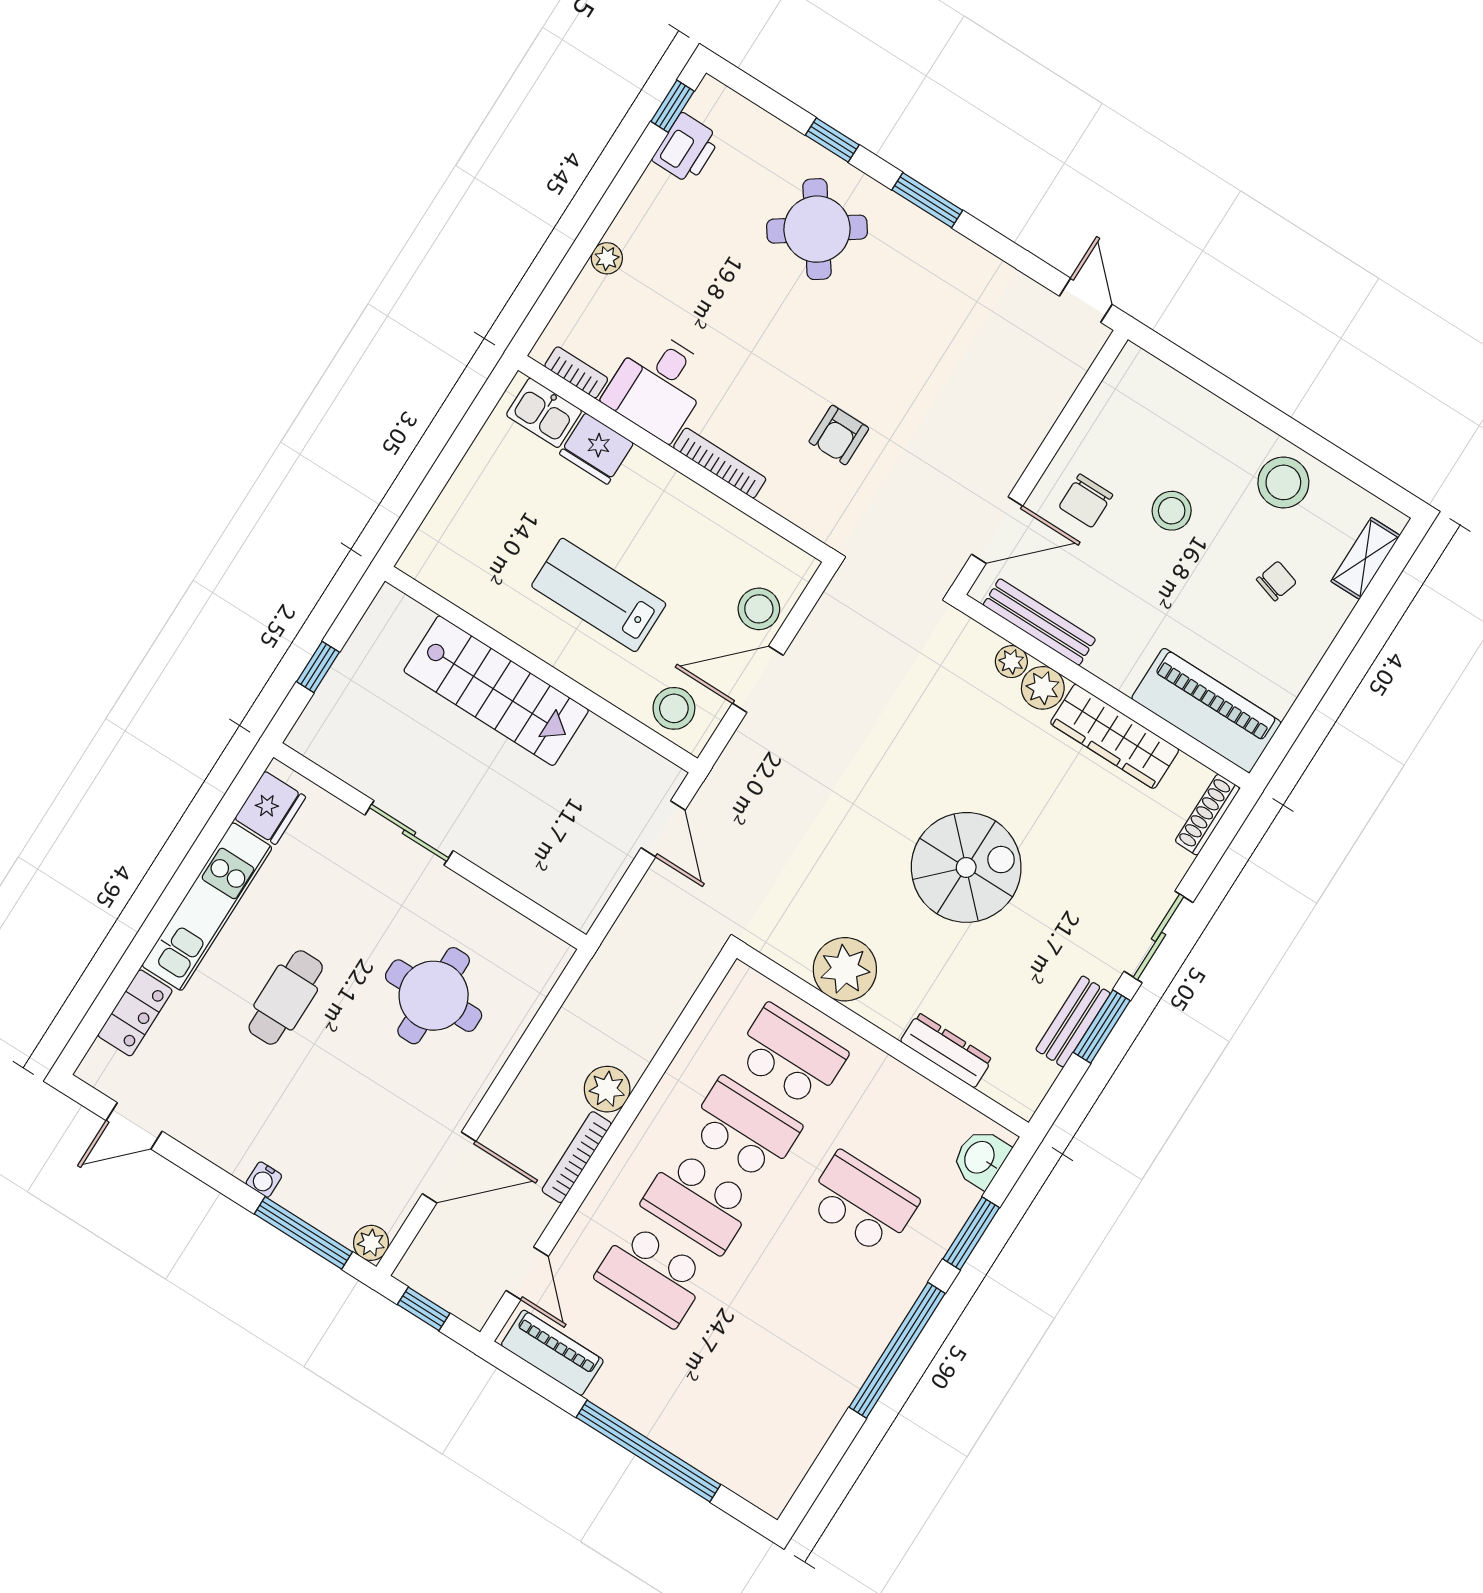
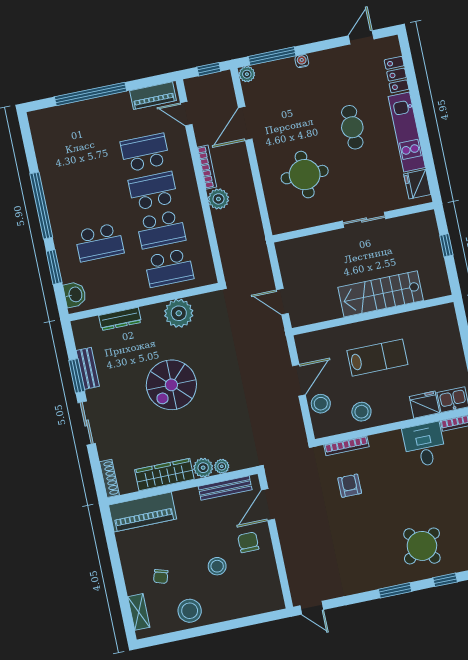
bookcase: (720, 463) -> (346, 446), moved
stool: (674, 708) -> (361, 412), moved

